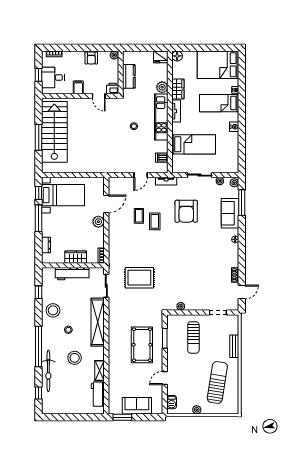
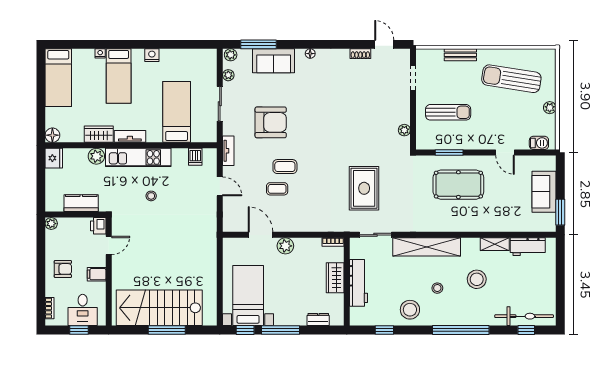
armchair: (91, 58) -> (63, 269), moved
bed: (218, 65) -> (58, 78), width x0.67
bicycle: (48, 371) -> (524, 316), moved

